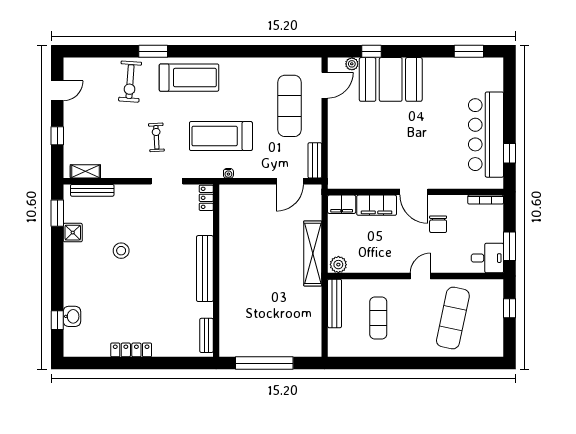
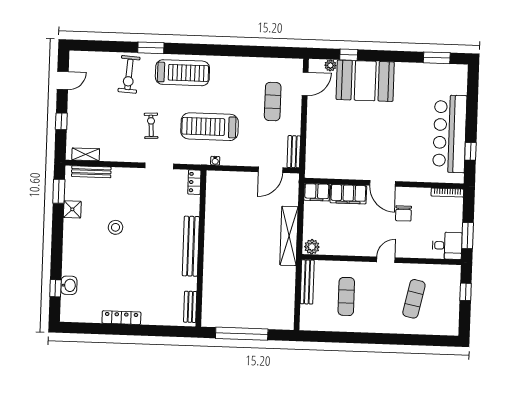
exercise mat: (290, 106) -> (273, 102), width x0.73, depth x0.69
exercise mat: (453, 318) -> (414, 299), width x0.73, depth x0.69

